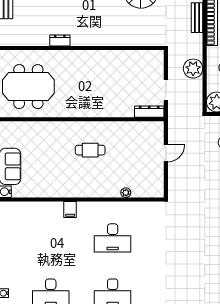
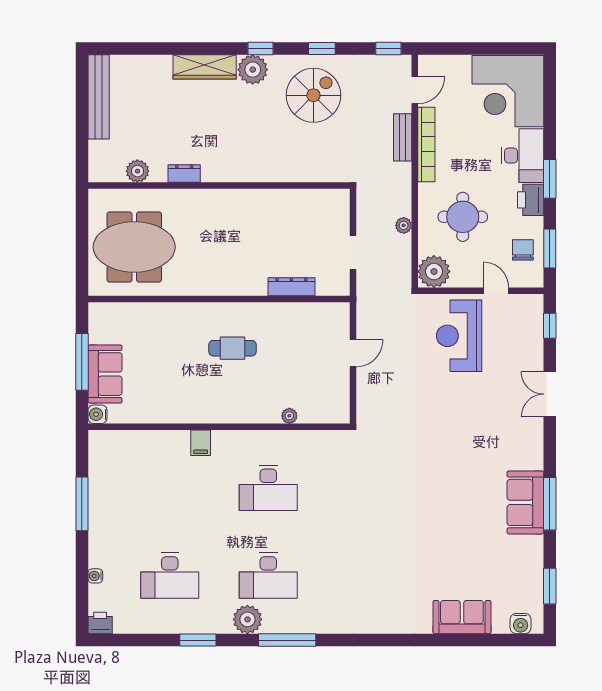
plant: (30, 39) -> (137, 171), added
plant: (193, 69) -> (404, 225), width x0.53, depth x0.53
dresser: (149, 112) -> (291, 287), moved

